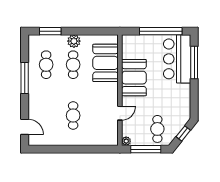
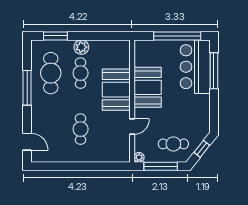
booth: (106, 63) -> (116, 90), moved
cafe table: (46, 65) -> (51, 73), width x1.37, depth x1.35
cafe table: (157, 129) -> (173, 144), turned 90

